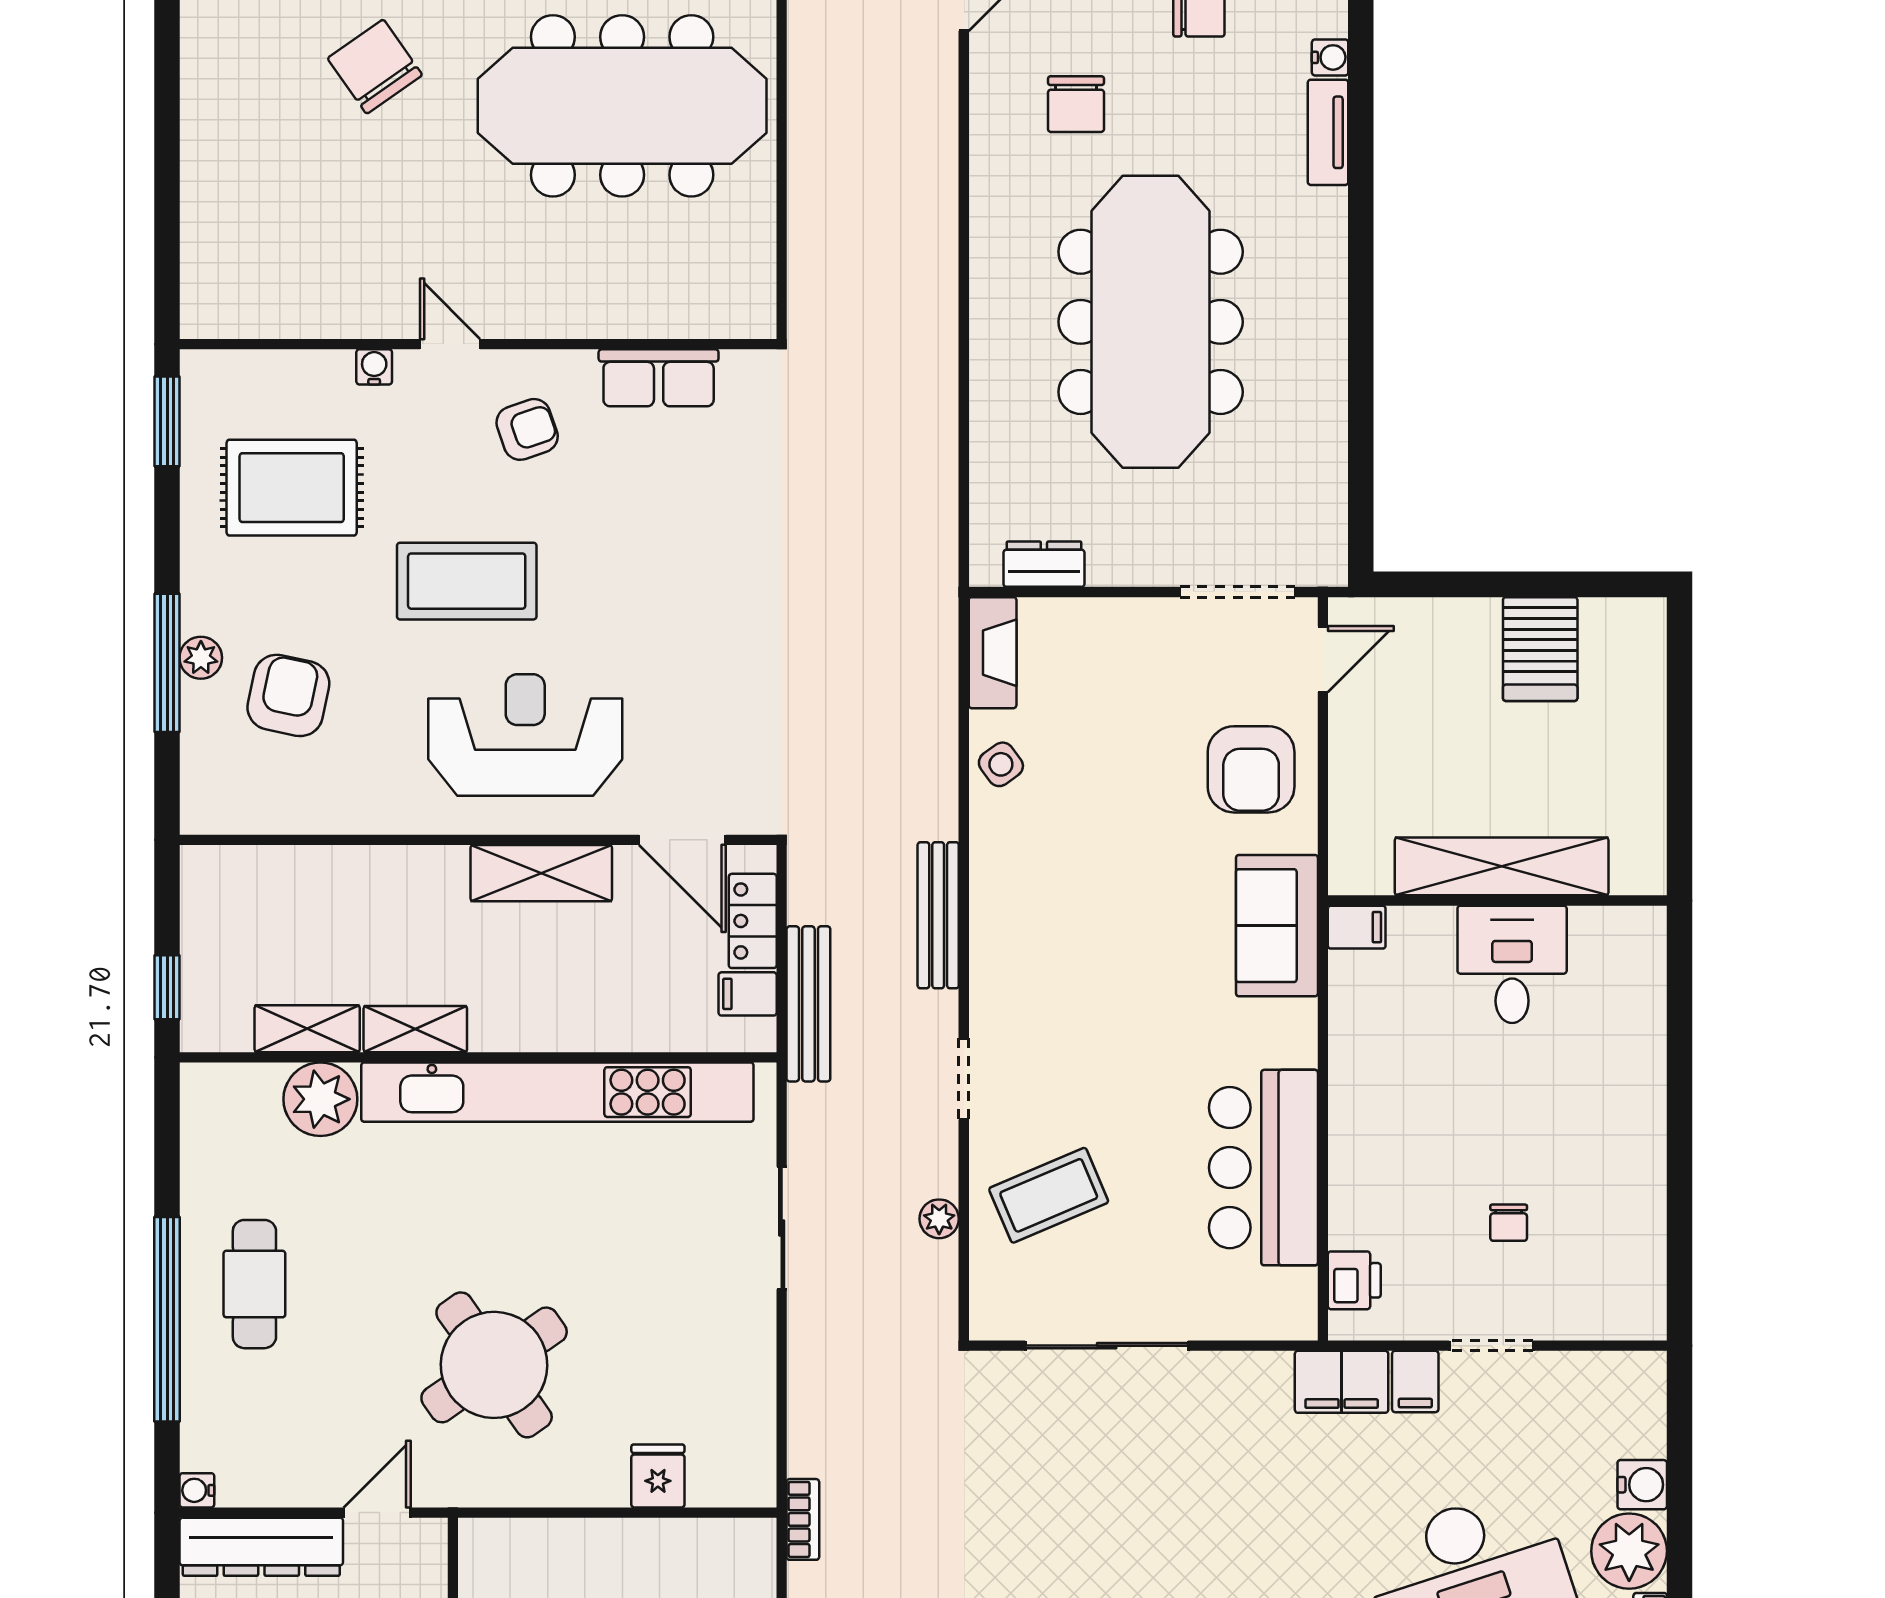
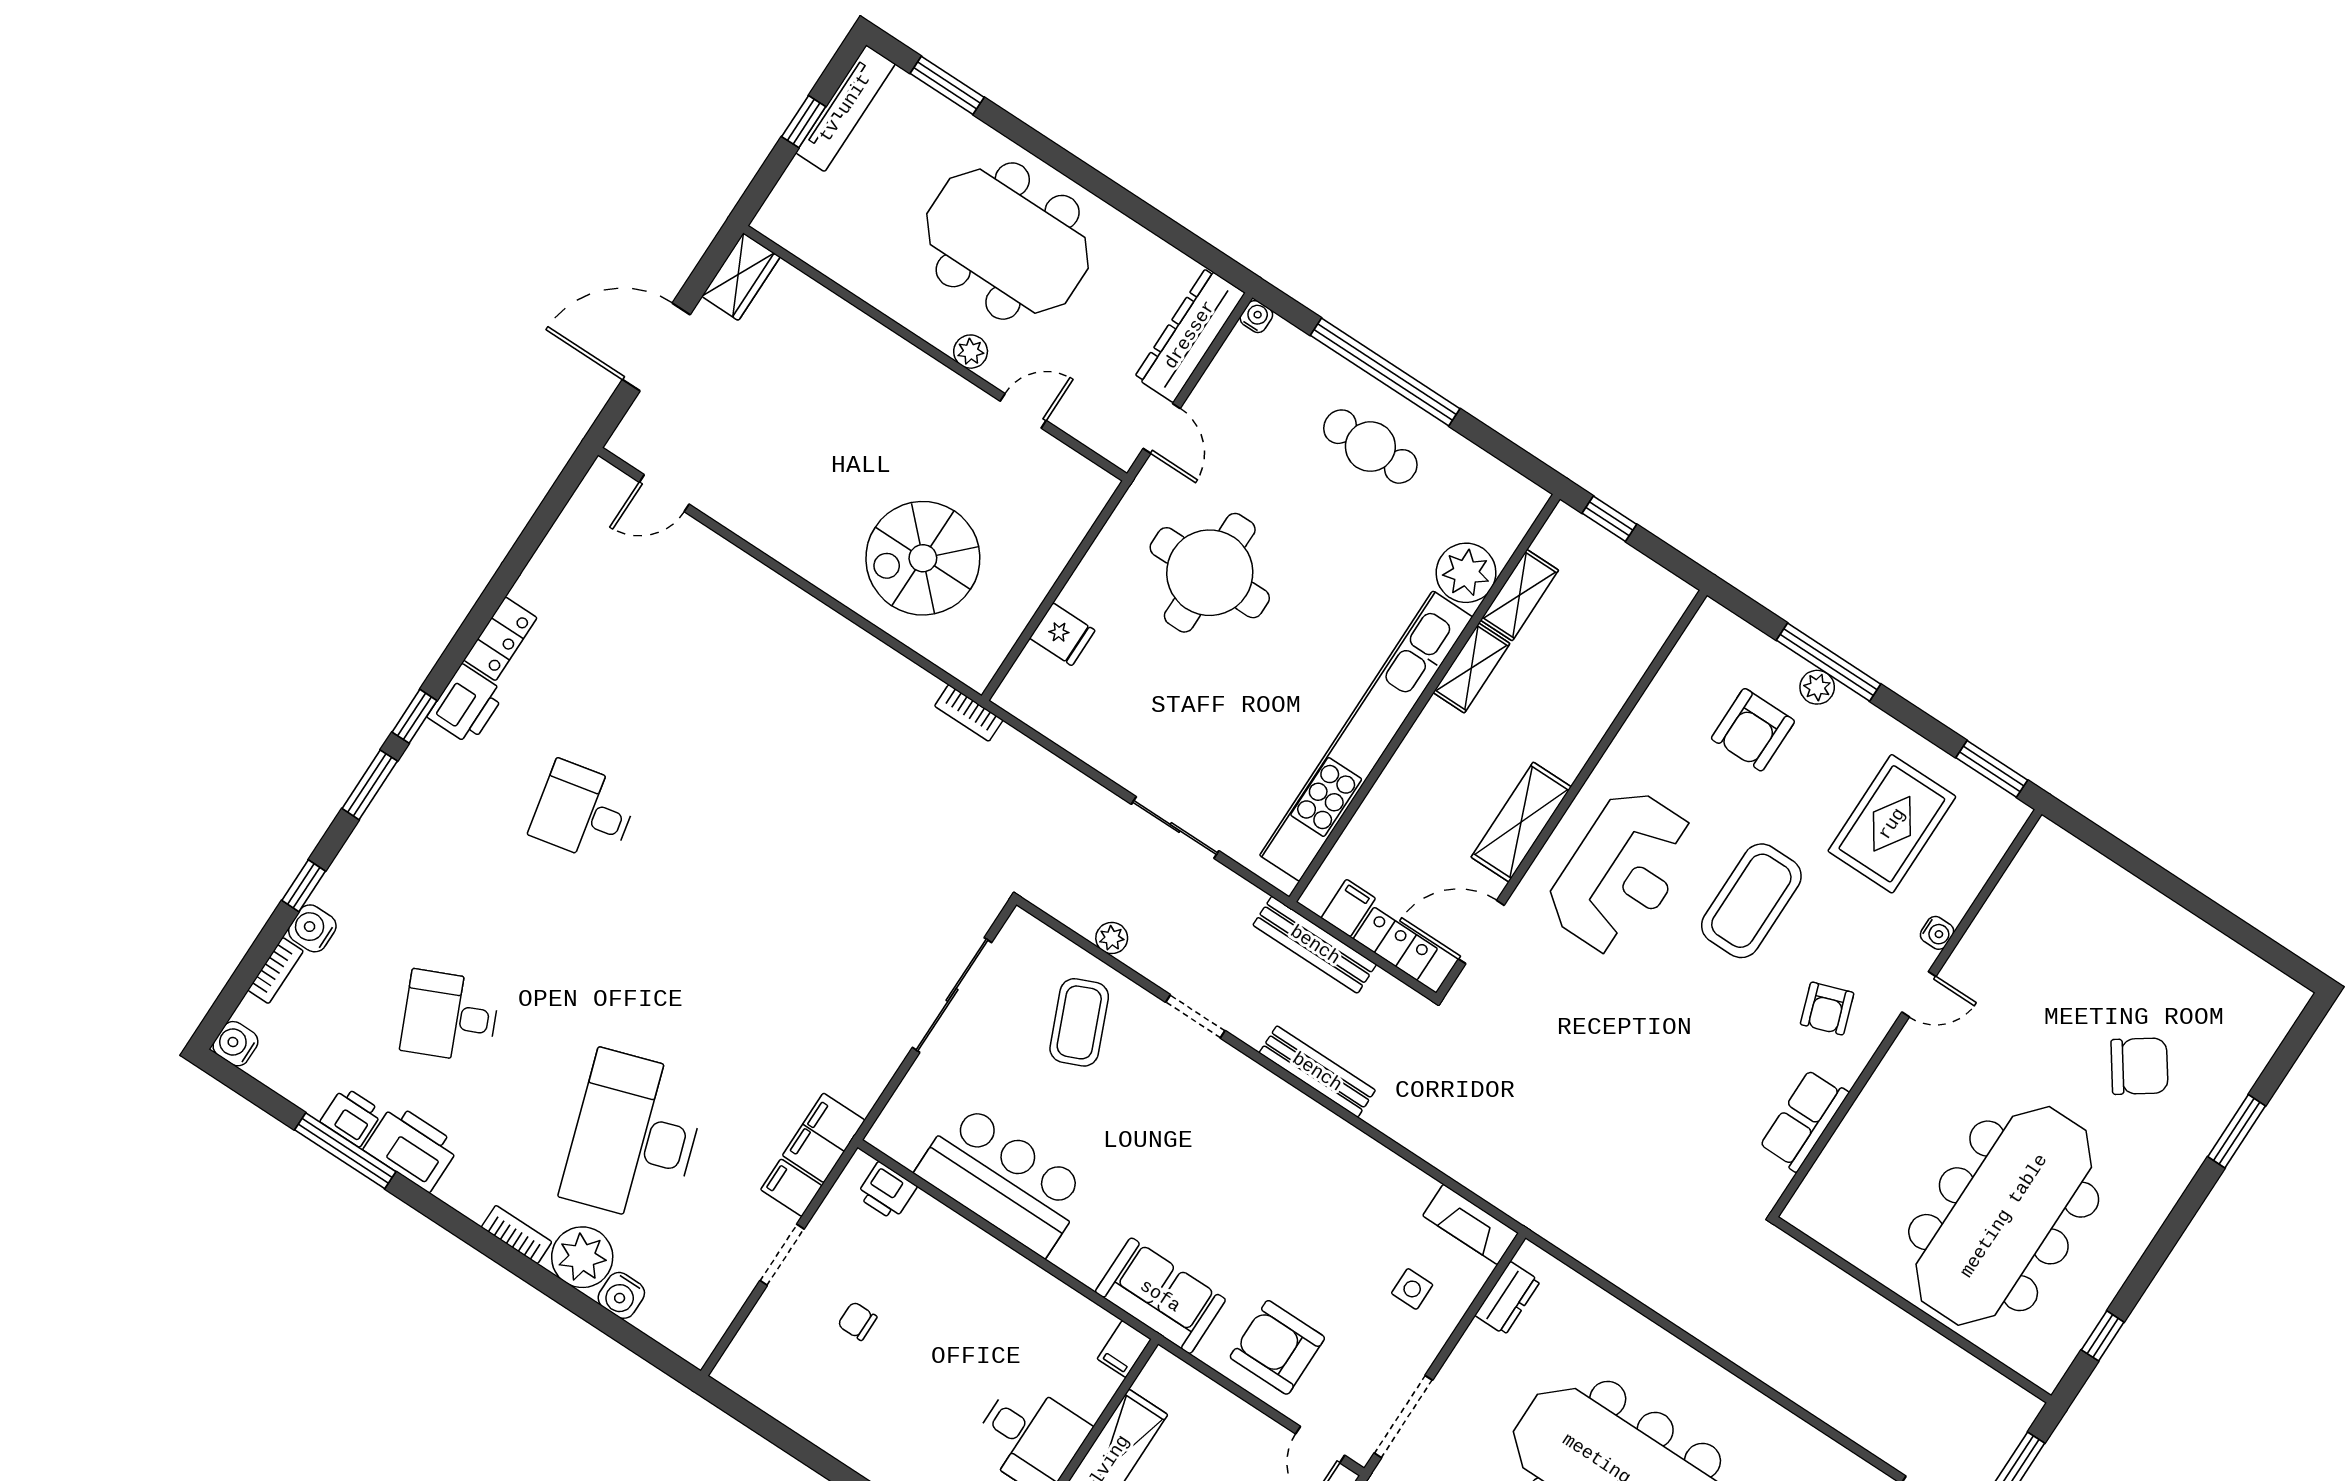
armchair: (288, 695) -> (1753, 730), turned 78
side table: (1001, 764) -> (1412, 1289), moved, turned 36
round table: (494, 1365) -> (1210, 573), turned 35

